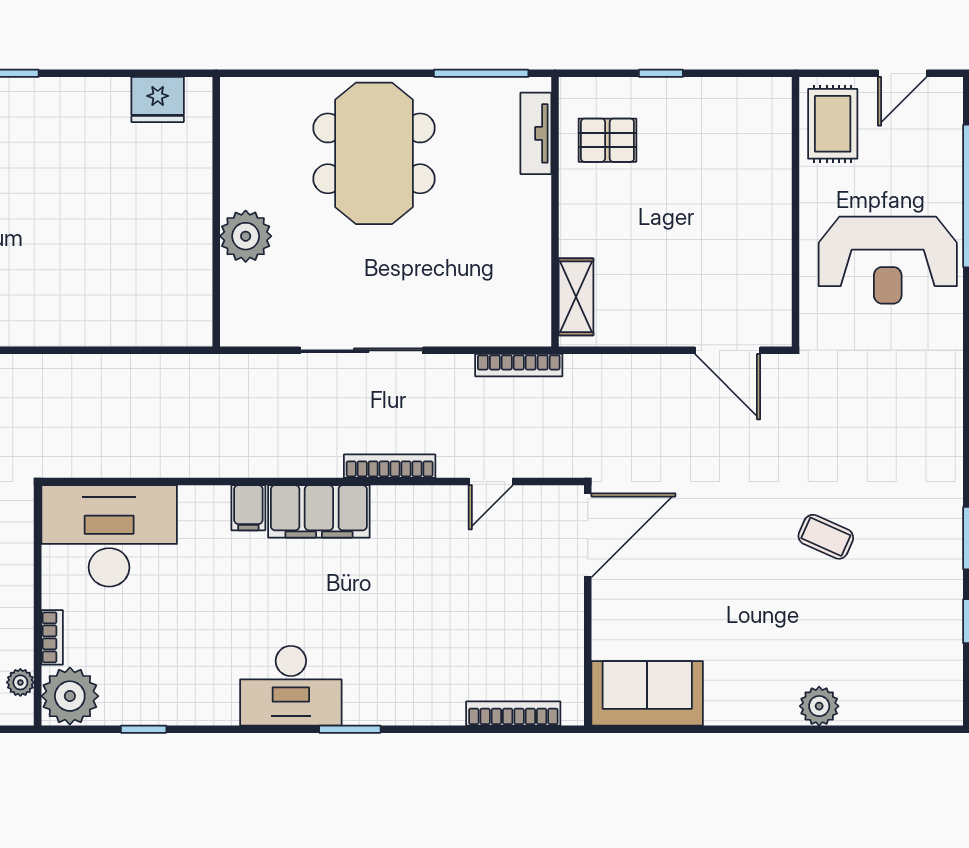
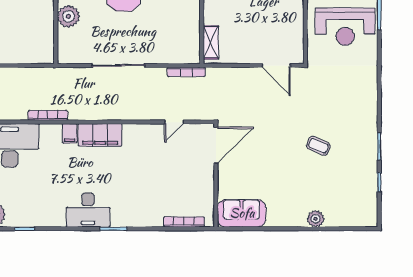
bookcase: (390, 466) -> (48, 115), moved

